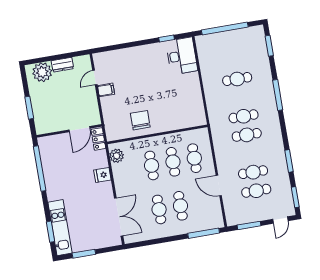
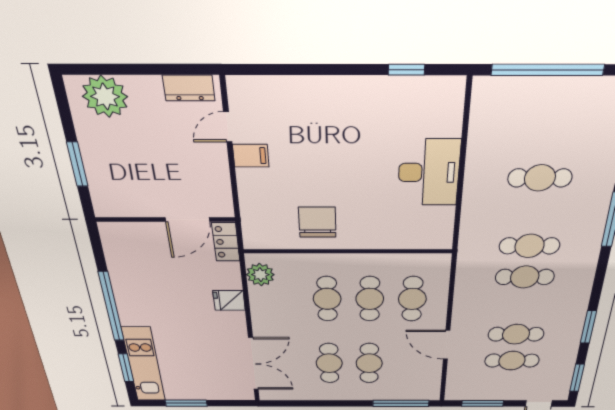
desk: (182, 56) -> (429, 173), moved
dresser: (62, 65) -> (189, 88), moved
window: (40, 168) -> (111, 307), moved

